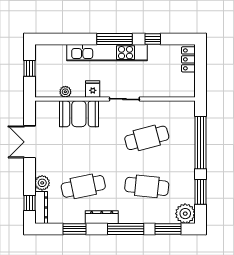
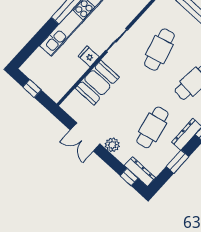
plant: (65, 92) -> (72, 78), removed
plant: (42, 183) -> (112, 145), moved

